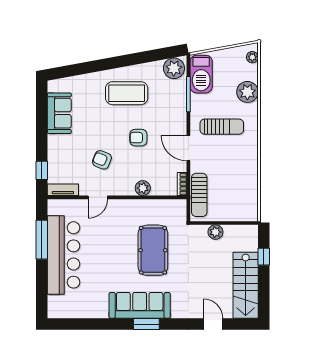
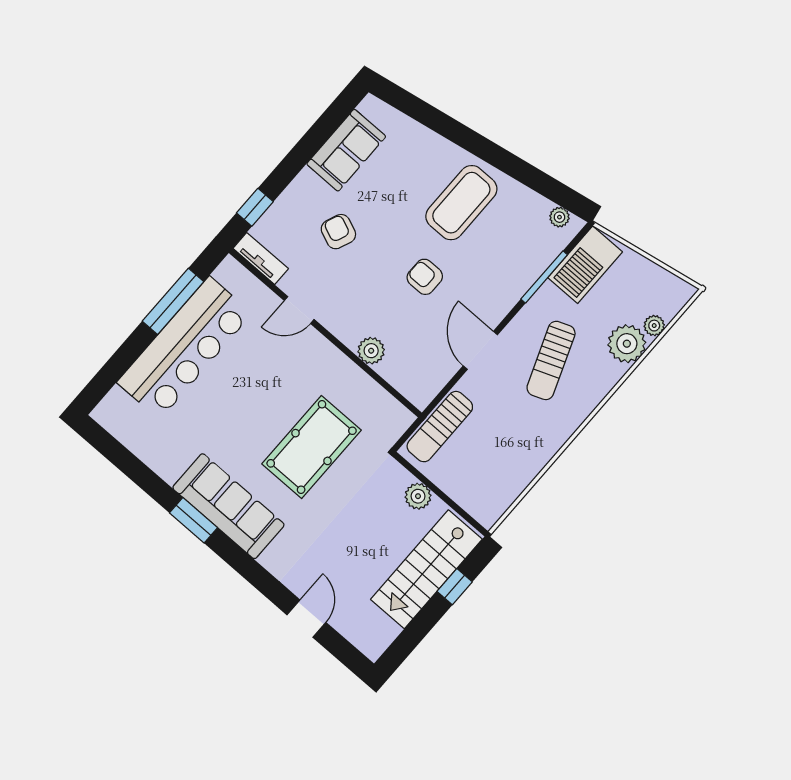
plant: (252, 57) -> (654, 326), moved
plant: (174, 68) -> (559, 217), width x0.53, depth x0.53
coffee table: (127, 93) -> (461, 203), turned 90
sun lounger: (222, 127) -> (551, 360), turned 69
armchair: (102, 160) -> (338, 232), moved
bookcase: (182, 184) -> (429, 391), removed
stairs: (246, 285) -> (426, 569), moved
window: (146, 324) -> (193, 520), moved

